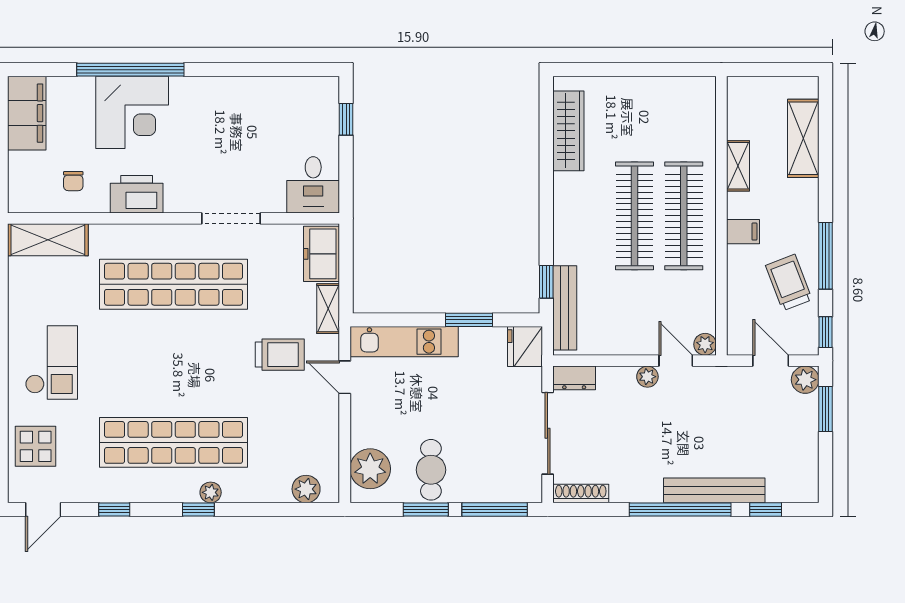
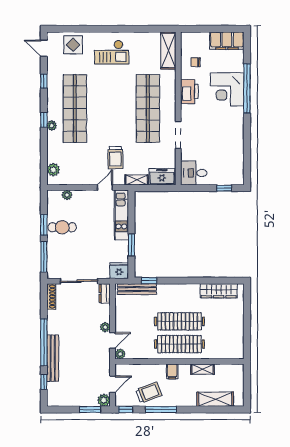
plant: (370, 469) -> (67, 195), width x0.53, depth x0.53

